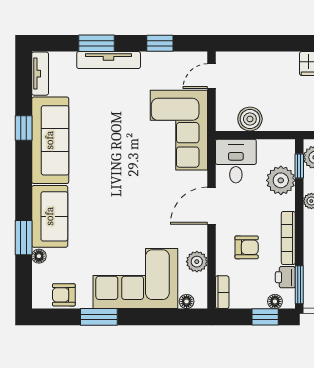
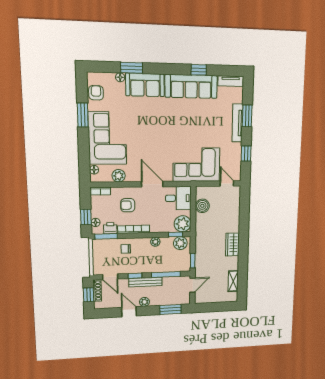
plant: (281, 180) -> (183, 224), moved
armchair: (247, 247) -> (128, 205), turned 90

